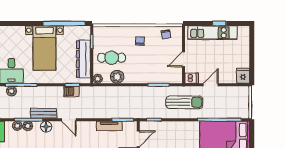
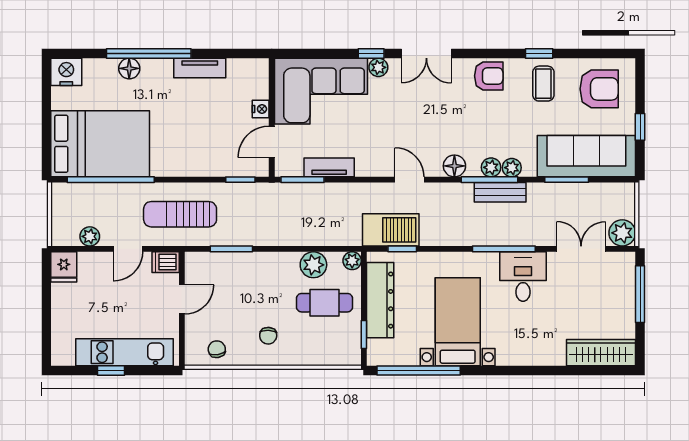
plant: (11, 91) -> (90, 236), moved
barbecue: (71, 92) -> (391, 230), width x1.88, depth x1.53
bench: (44, 113) -> (500, 192), moved

